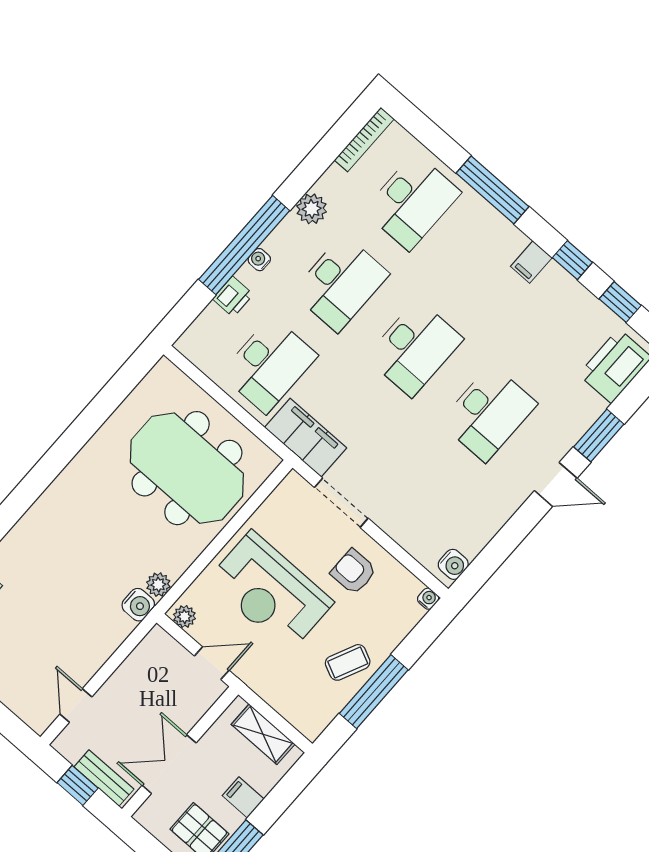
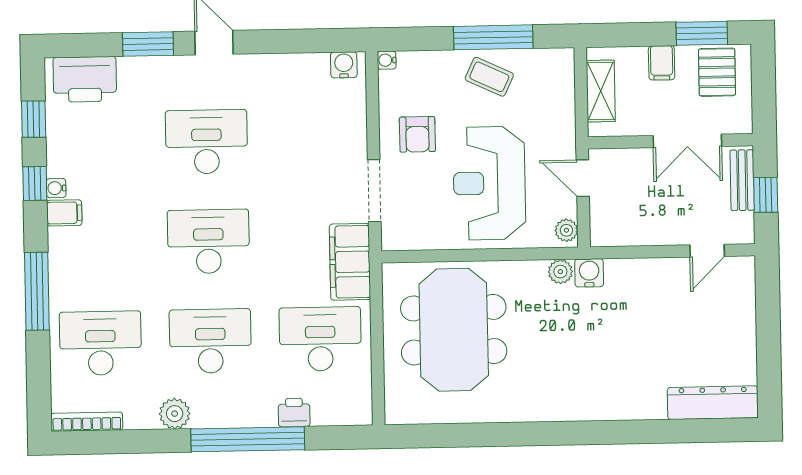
water cooler: (259, 260) -> (56, 188), moved, turned 90
reception desk: (270, 592) -> (489, 183), turned 180

